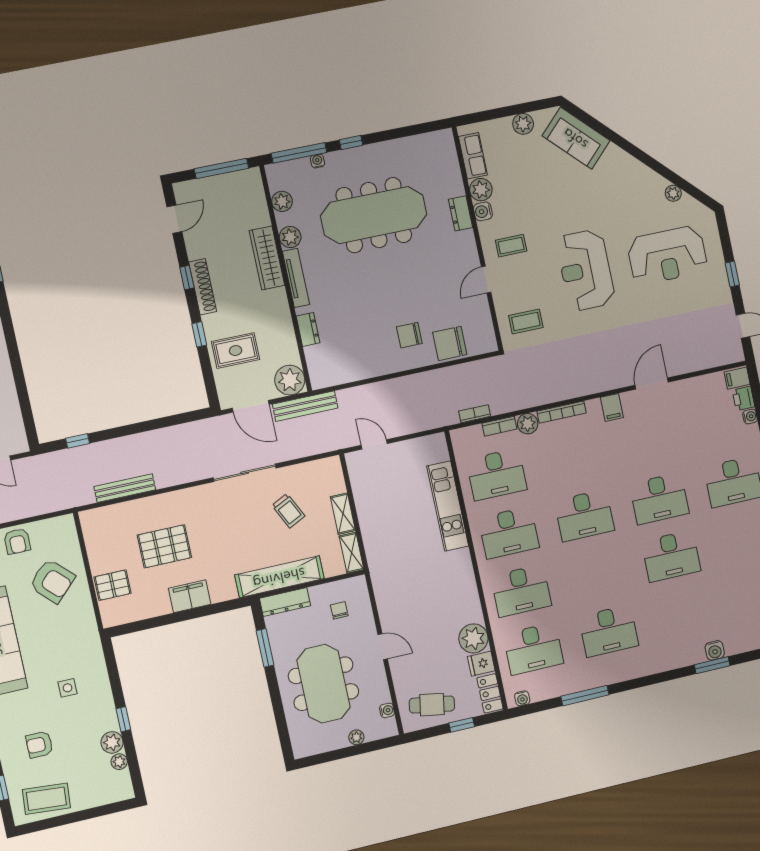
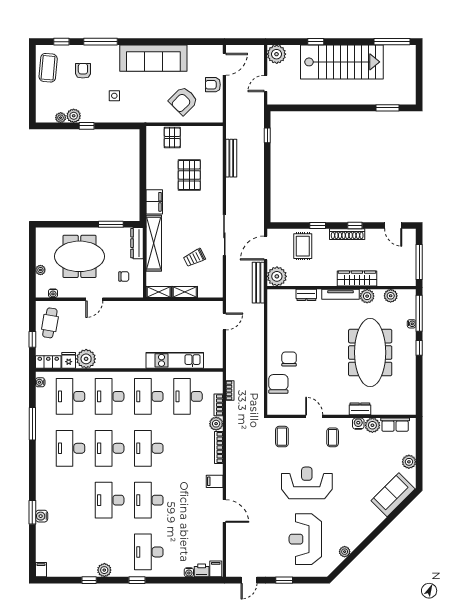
desk: (596, 573) -> (110, 448), added
filing cabinet: (190, 596) -> (154, 202), moved

